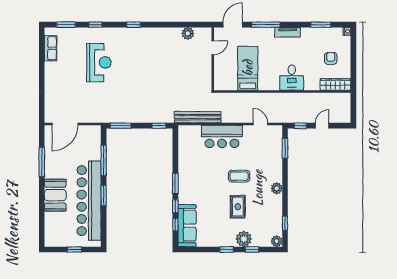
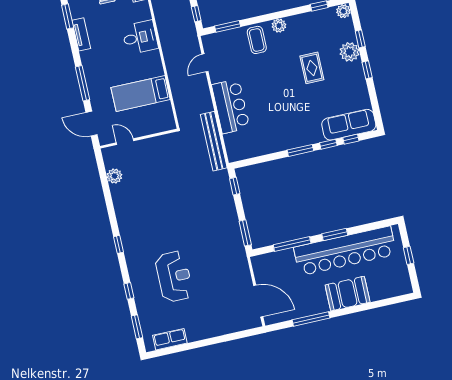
tv unit: (287, 32) -> (81, 34), moved
reception desk: (99, 62) -> (174, 277), turned 90
coffee table: (239, 176) -> (257, 40), moved
rug: (238, 207) -> (312, 68), turned 90

